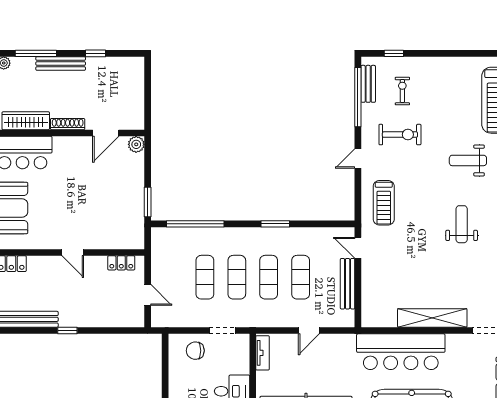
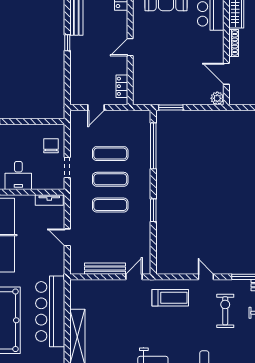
exercise bike: (400, 135) -> (225, 311), turned 180
treadmill: (384, 203) -> (170, 298), turned 180
exercise mat: (301, 277) -> (110, 231), removed

